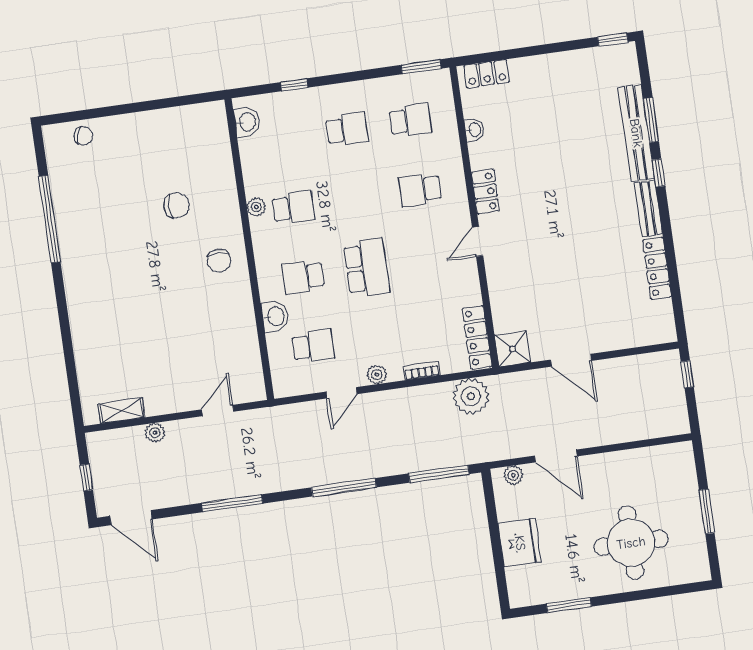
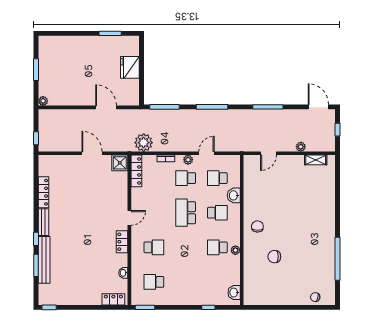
school desk: (347, 129) -> (186, 178), moved
plant: (513, 475) -> (43, 101), moved
round table: (631, 543) -> (75, 60), removed

